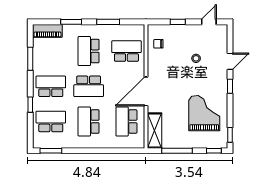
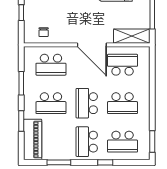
piano: (47, 31) -> (33, 140), width x1.37, depth x1.33
school desk: (126, 51) -> (51, 65), turned -90
school desk: (89, 86) -> (87, 103), turned 180
school desk: (51, 121) -> (123, 142), turned -90
school desk: (126, 121) -> (123, 65), turned 180

